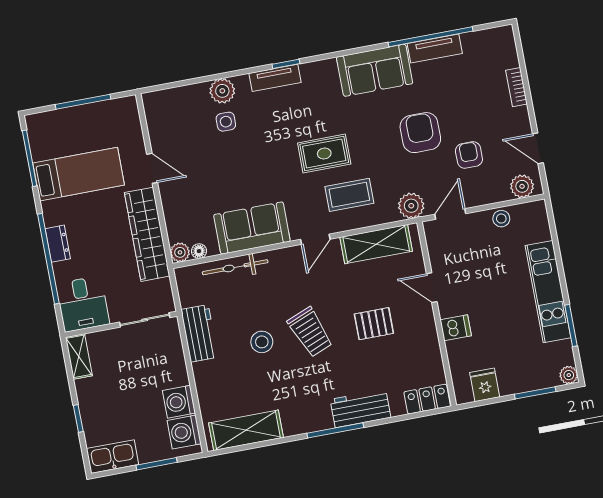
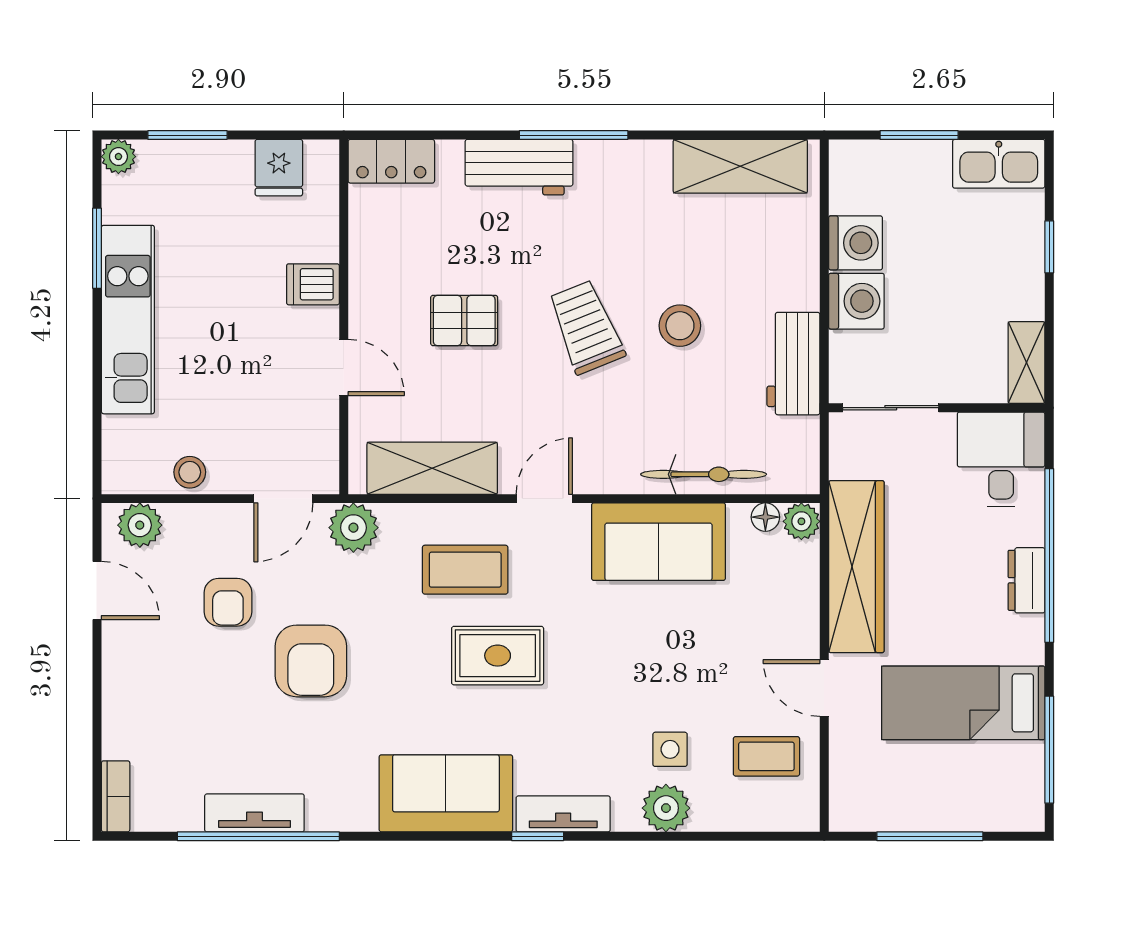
sofa: (375, 70) -> (446, 793), moved
bookcase: (516, 87) -> (116, 796), moved
coffee table: (175, 127) -> (766, 756), added
washing machine: (184, 432) -> (856, 301), moved

